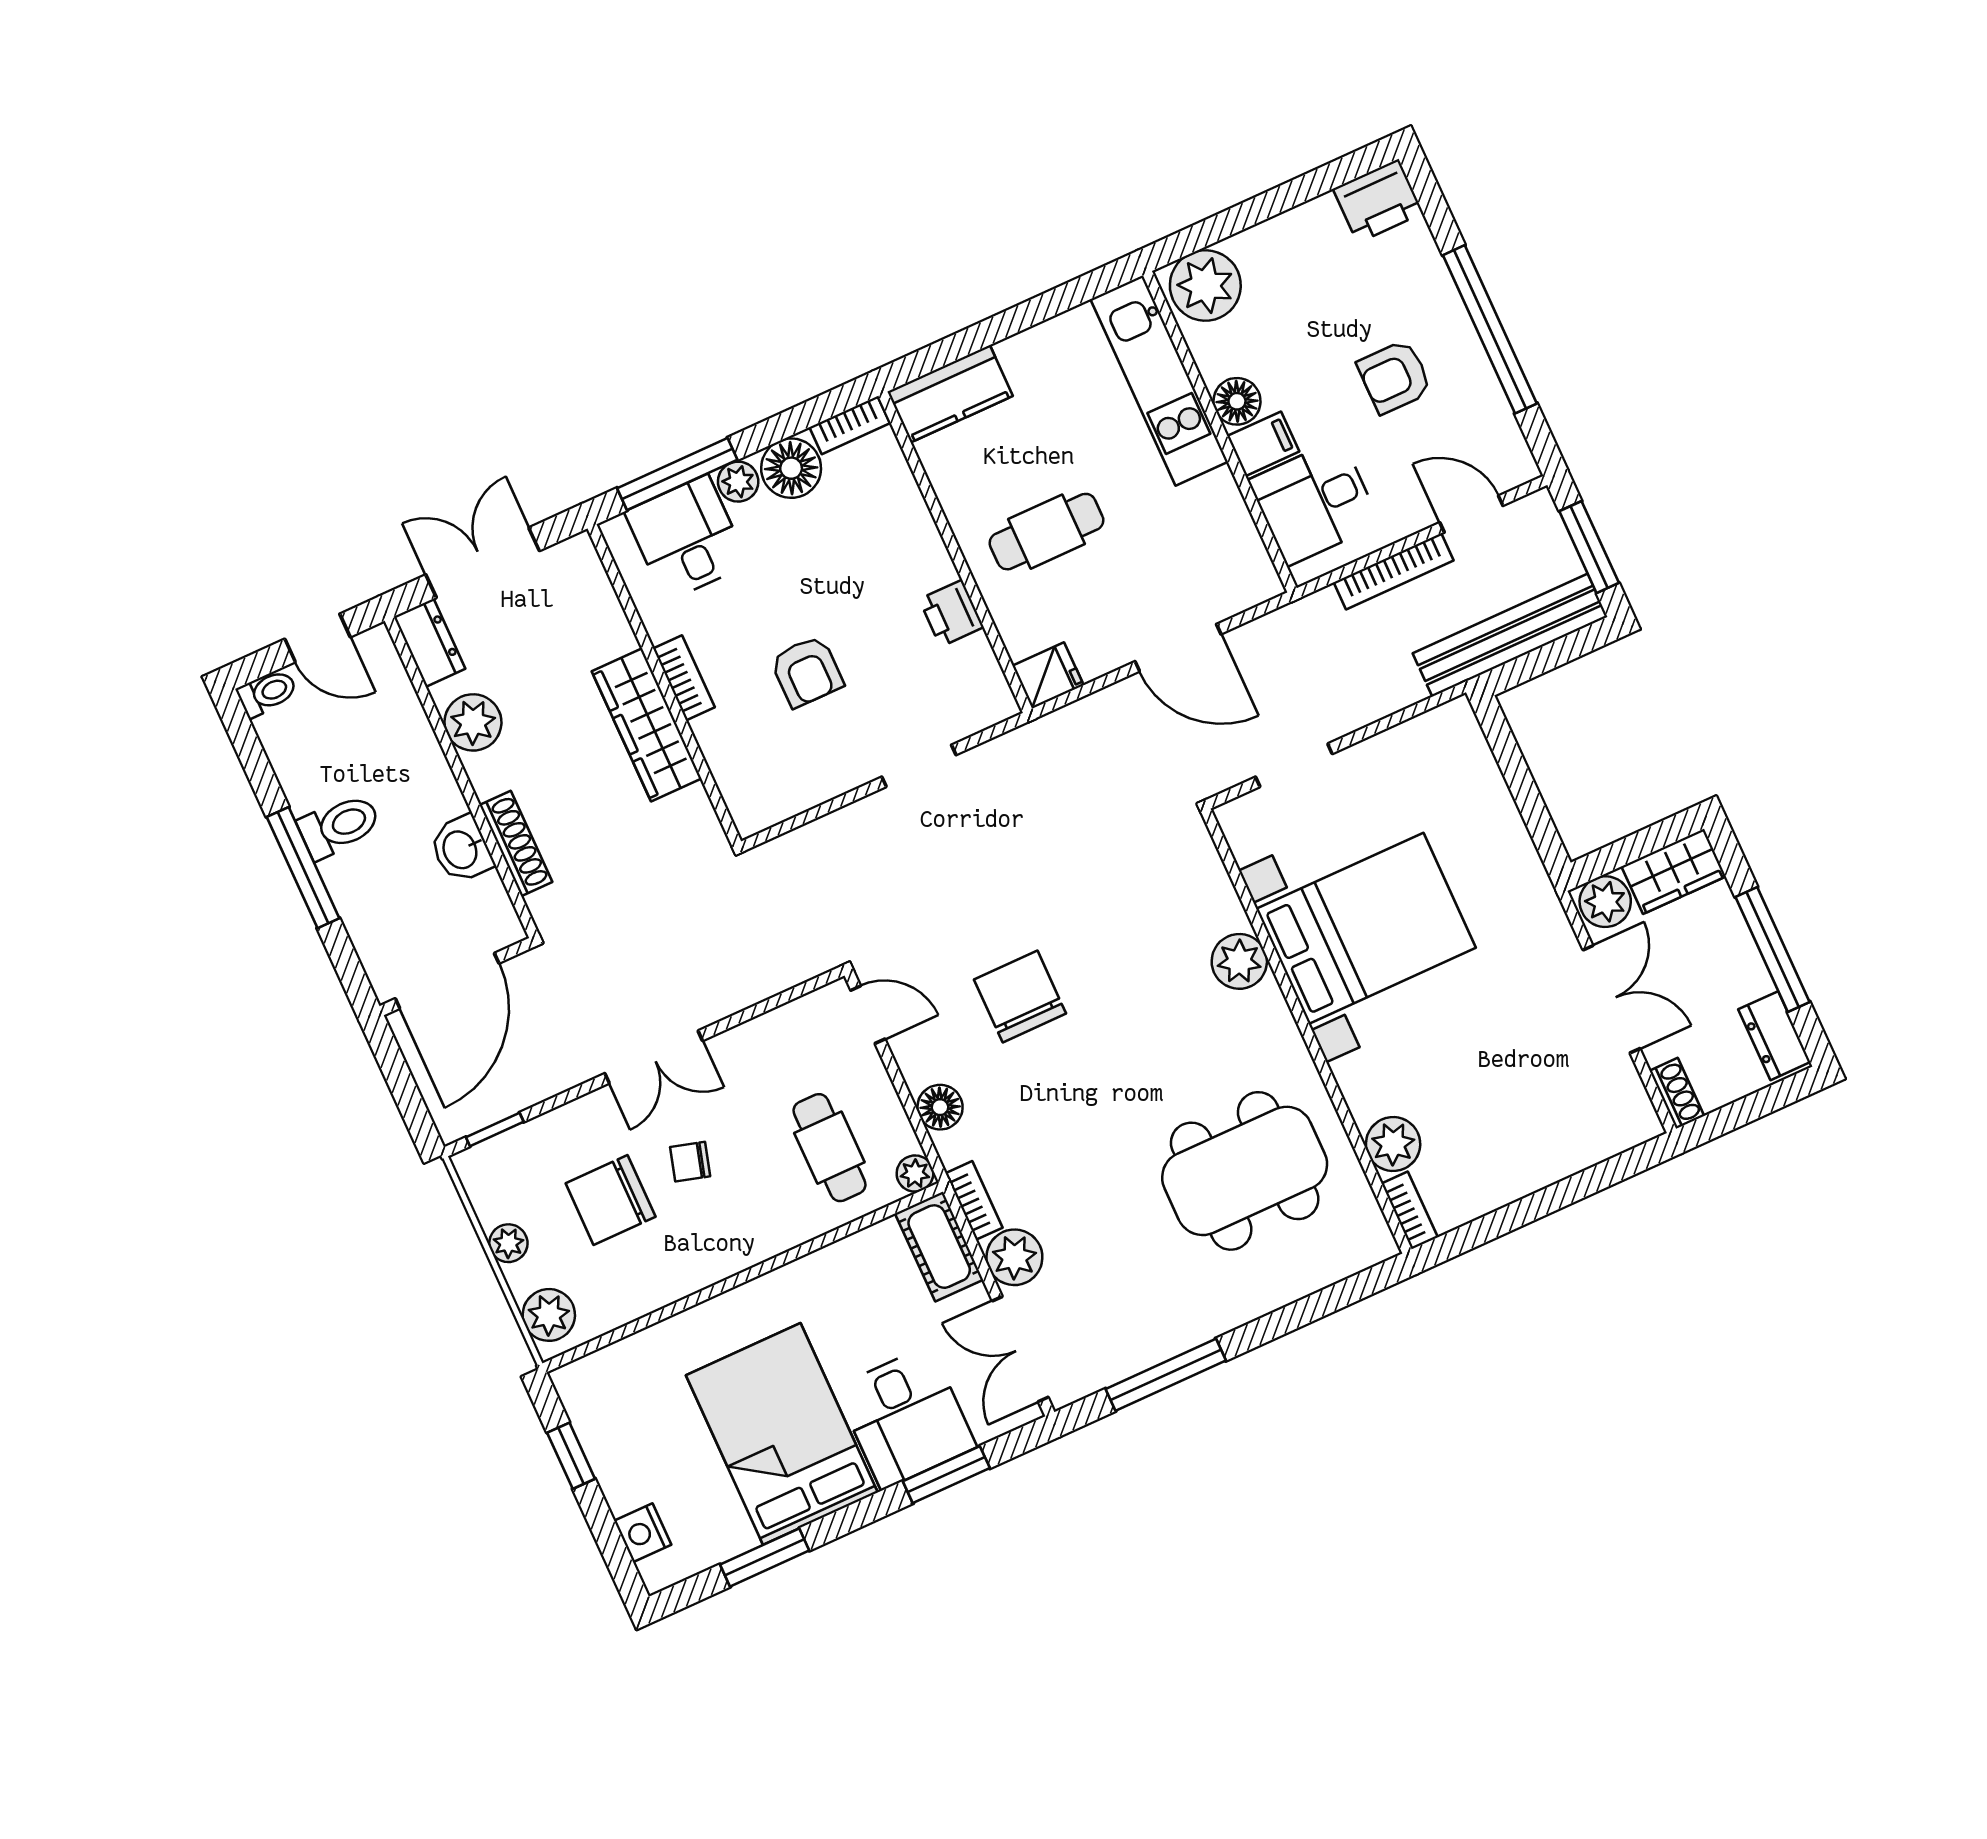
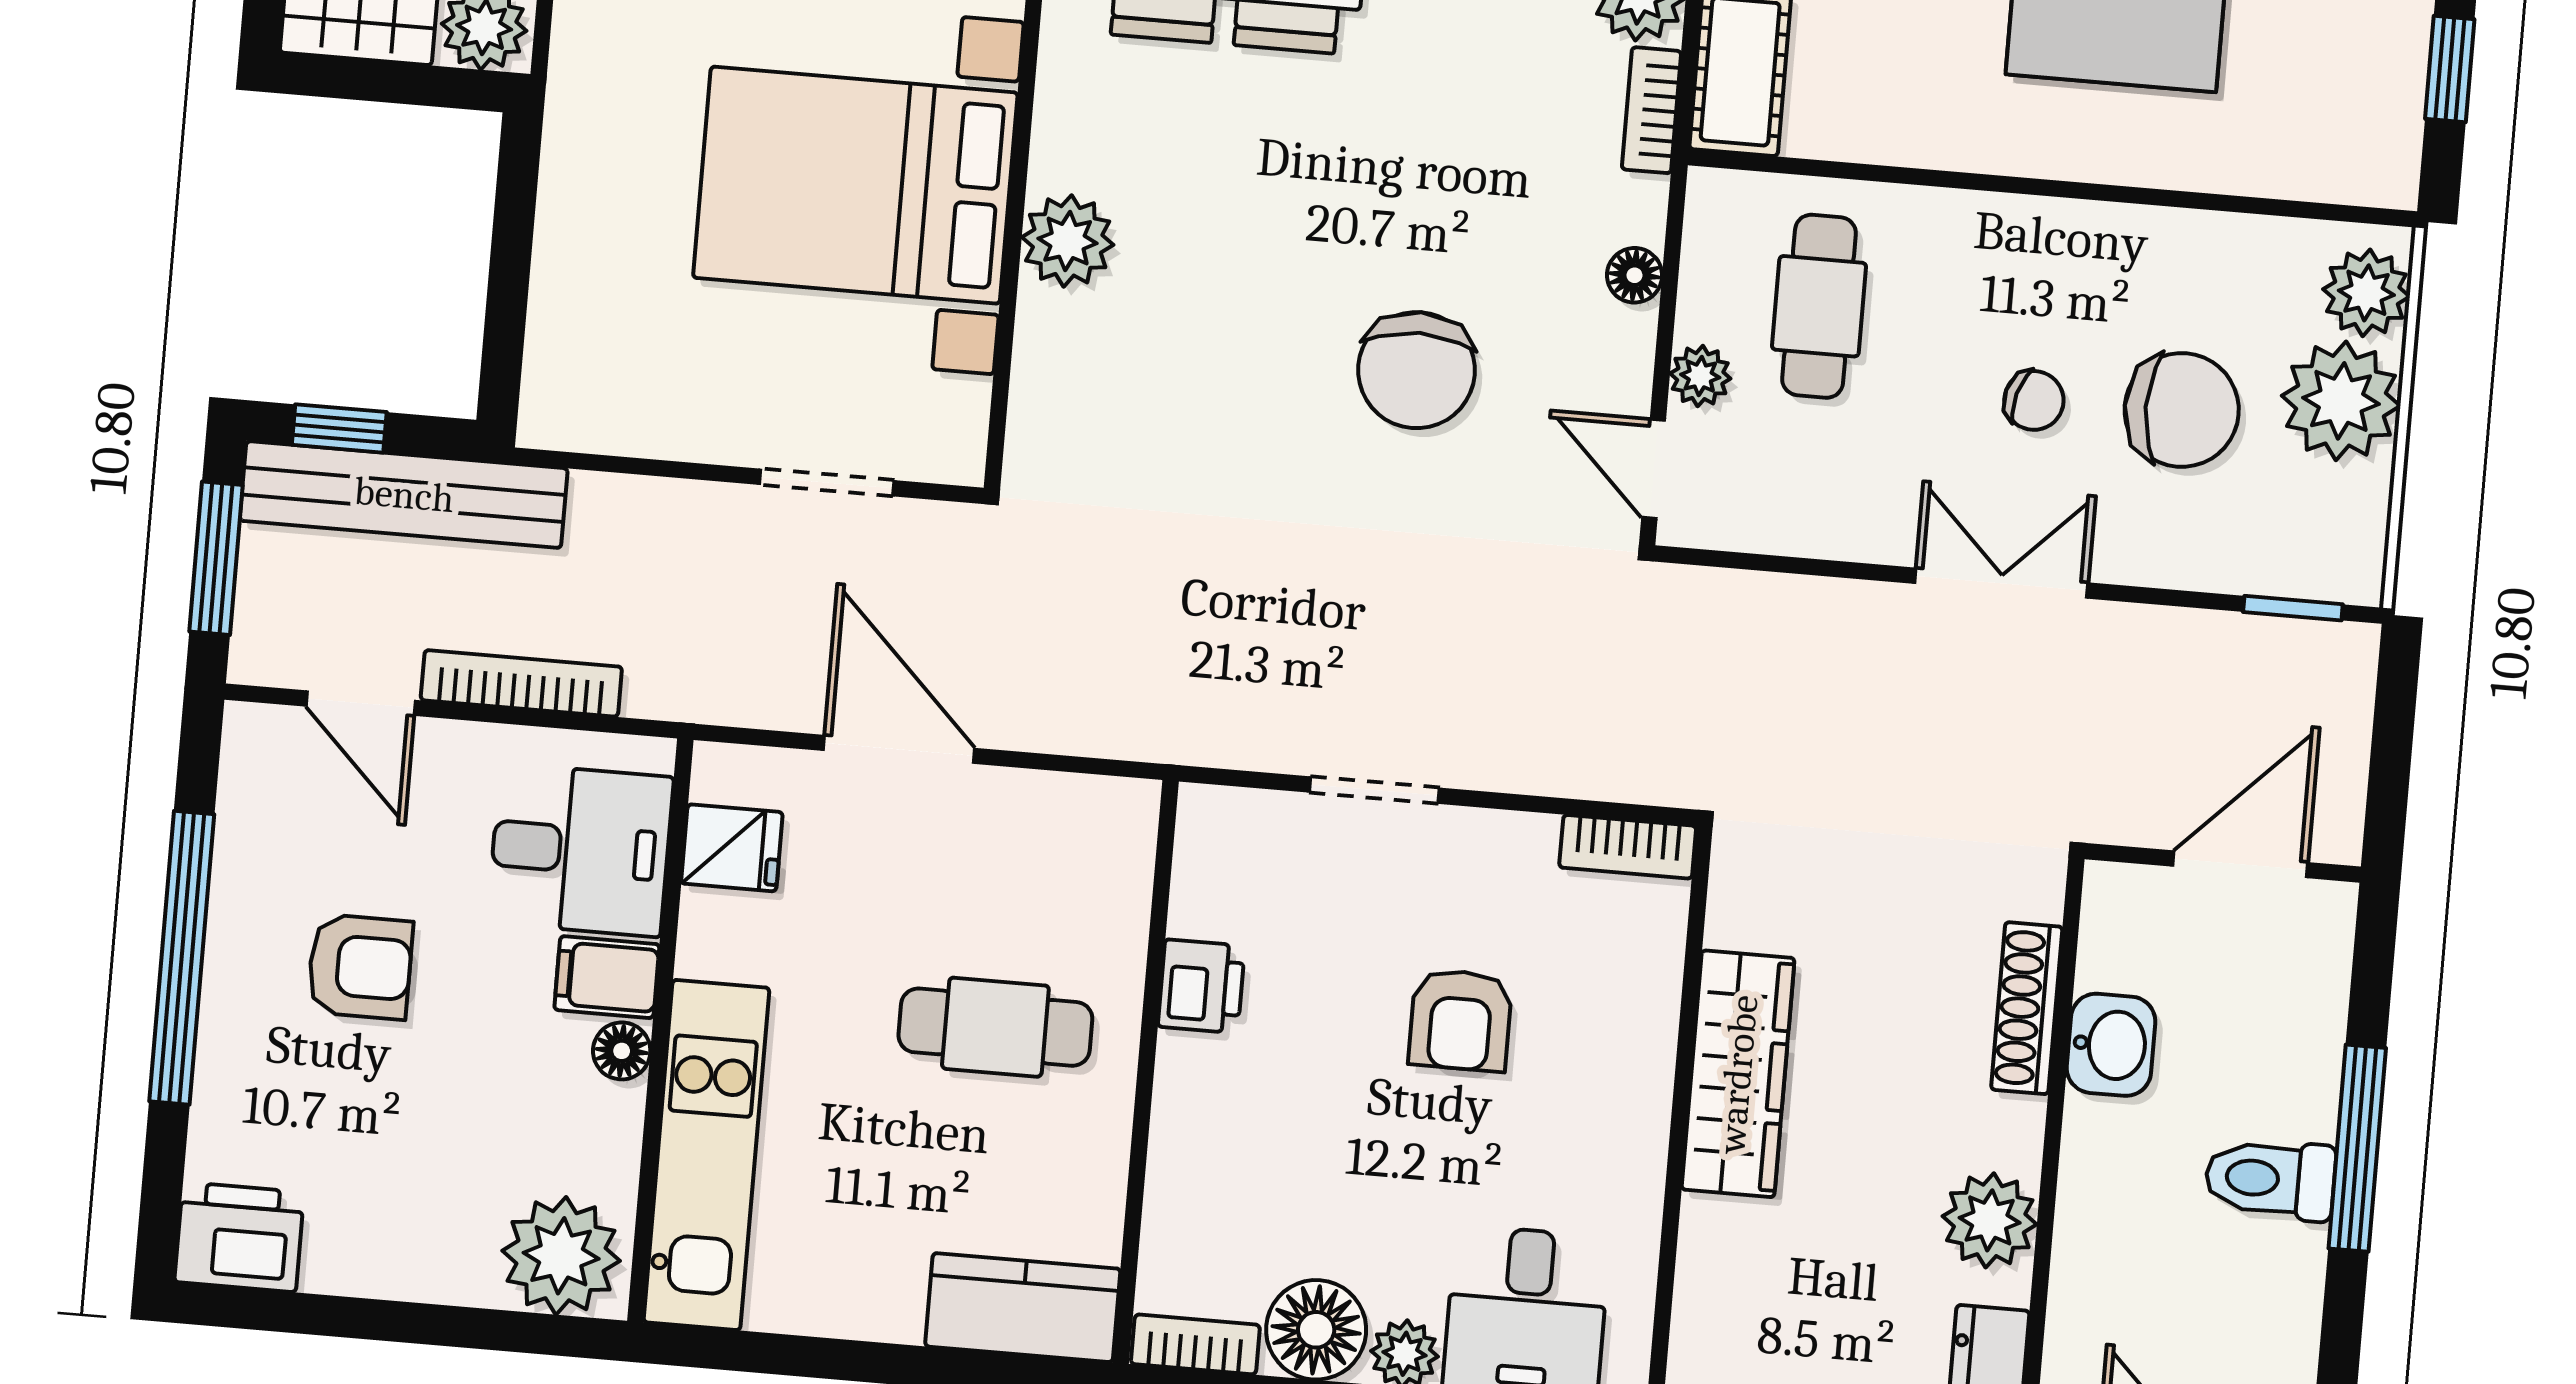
floor lamp: (1237, 401) -> (622, 1051), width x0.73, depth x0.73
window: (1563, 651) -> (339, 428), added
armchair: (807, 671) -> (1460, 1020), turned 180
fridge: (1048, 675) -> (732, 848), moved, turned 180
bookcase: (684, 678) -> (1628, 847), moved, turned -90
door: (447, 981) -> (2240, 864), width x0.73
floor lamp: (940, 1107) -> (1635, 275), width x0.73, depth x0.73
plant: (915, 1174) -> (1700, 376), moved
plant: (508, 1243) -> (2341, 401), width x1.88, depth x1.88

